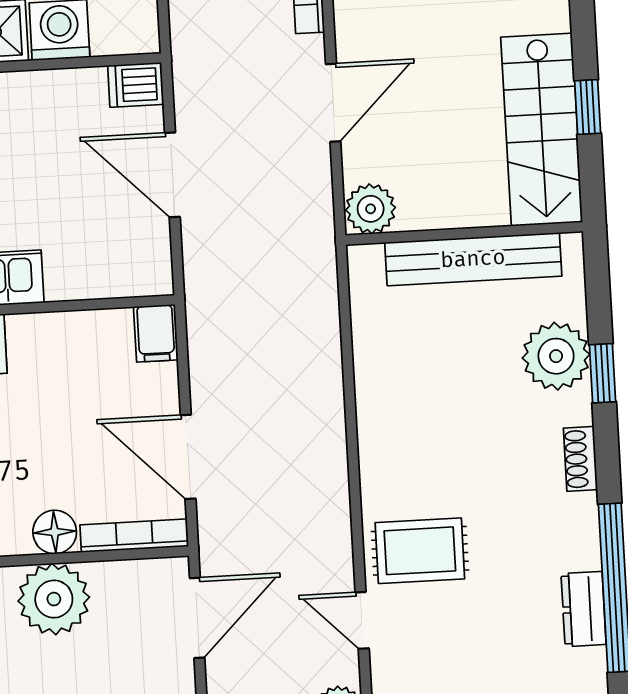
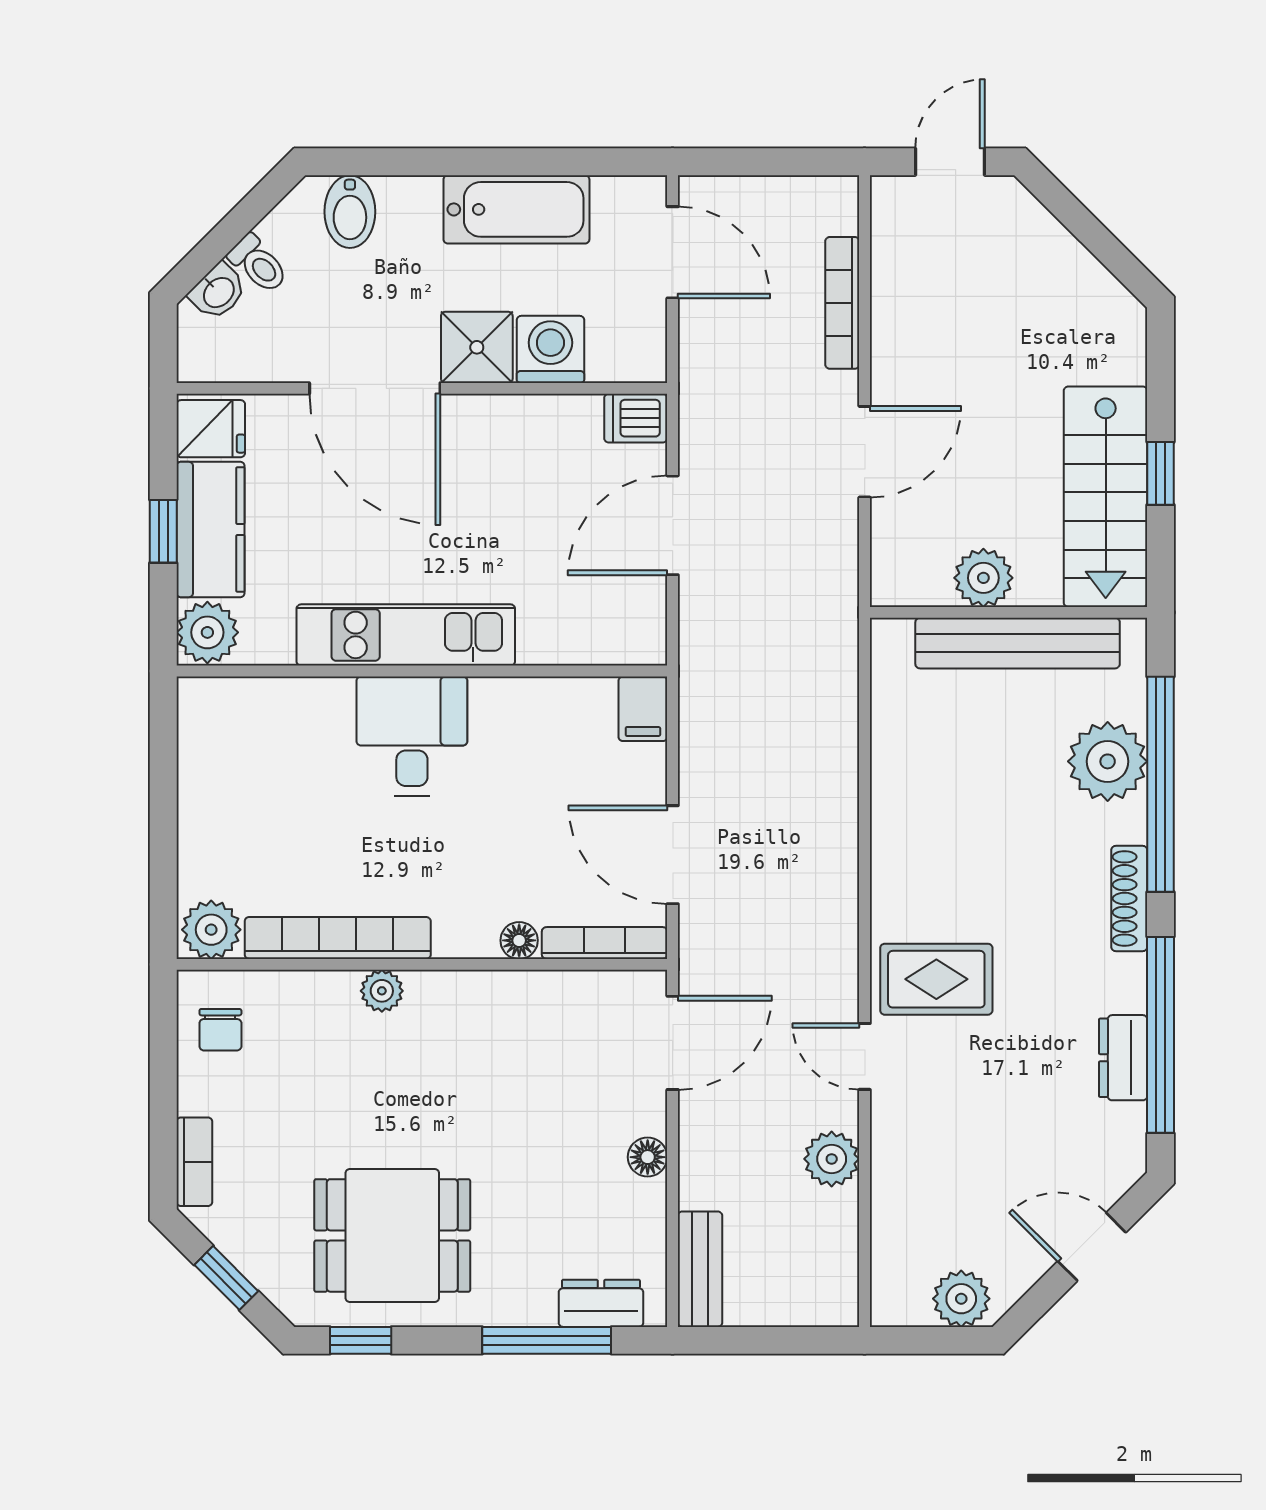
door: (172, 175) -> (673, 525), hinge flipped
plant: (371, 209) -> (983, 578), moved
window: (602, 373) -> (1161, 784), width x3.17
shoe rack: (580, 459) -> (1129, 898), width x1.43
floor lamp: (55, 532) -> (519, 940), width x0.73, depth x0.73
plant: (54, 599) -> (507, 1012), removed

